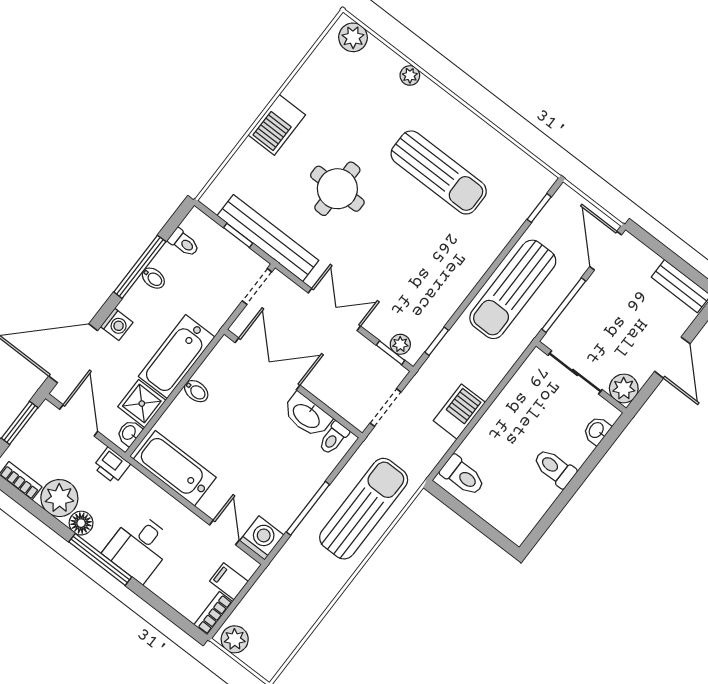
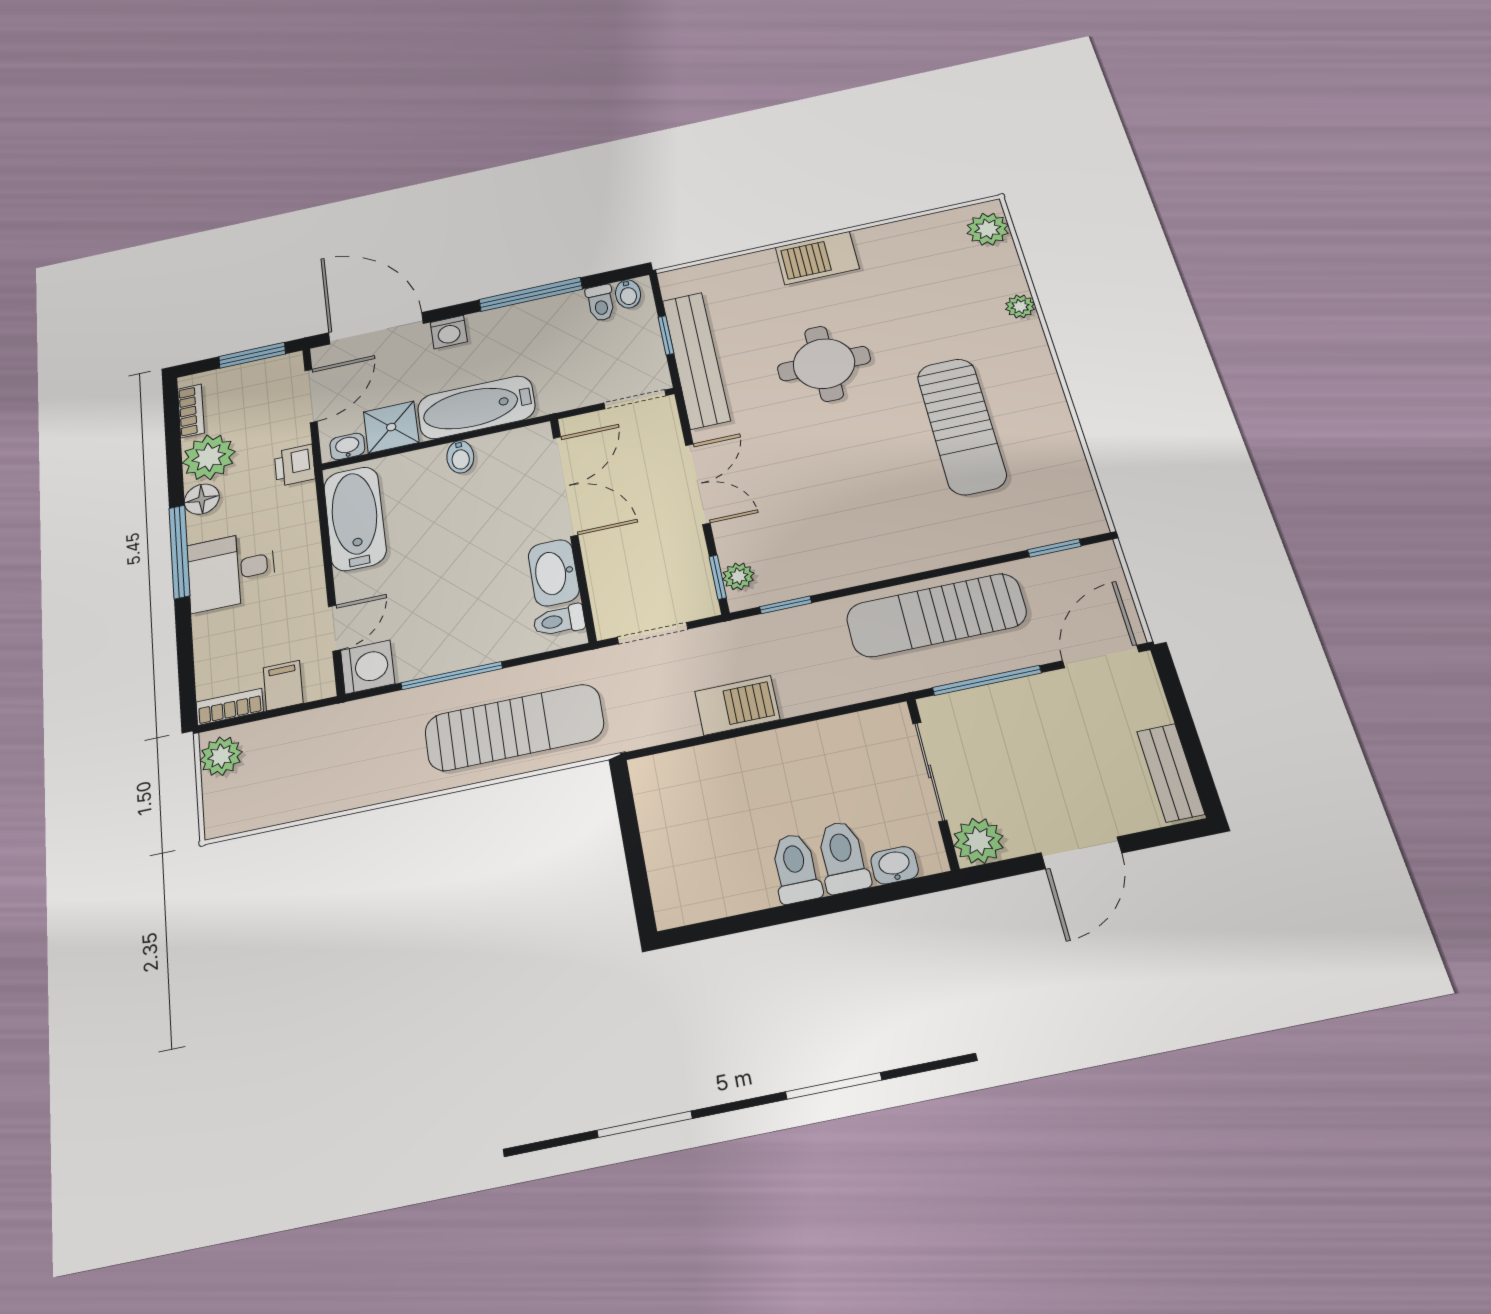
bidet: (153, 278) -> (628, 294), moved
toilet: (463, 476) -> (843, 857), moved, turned 180

